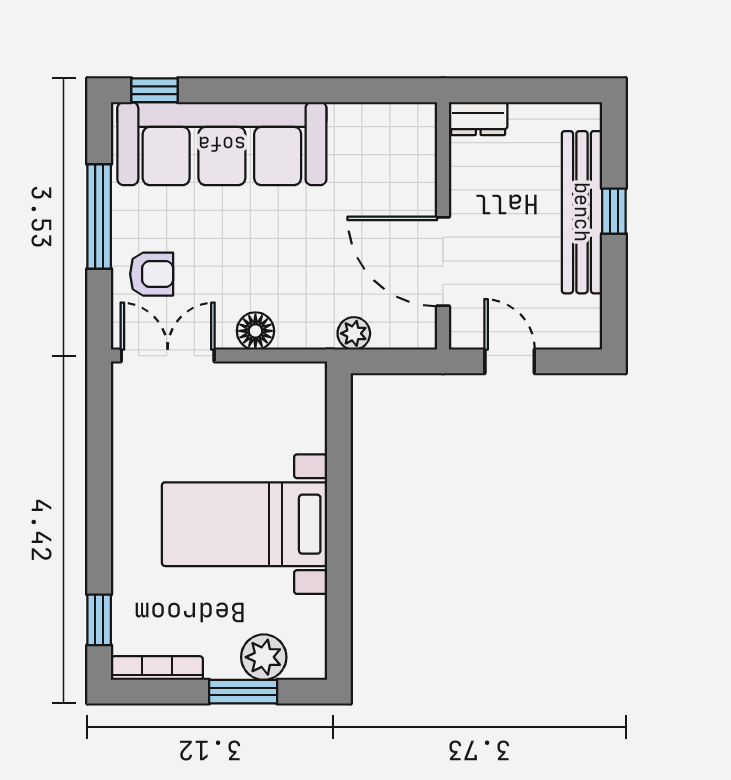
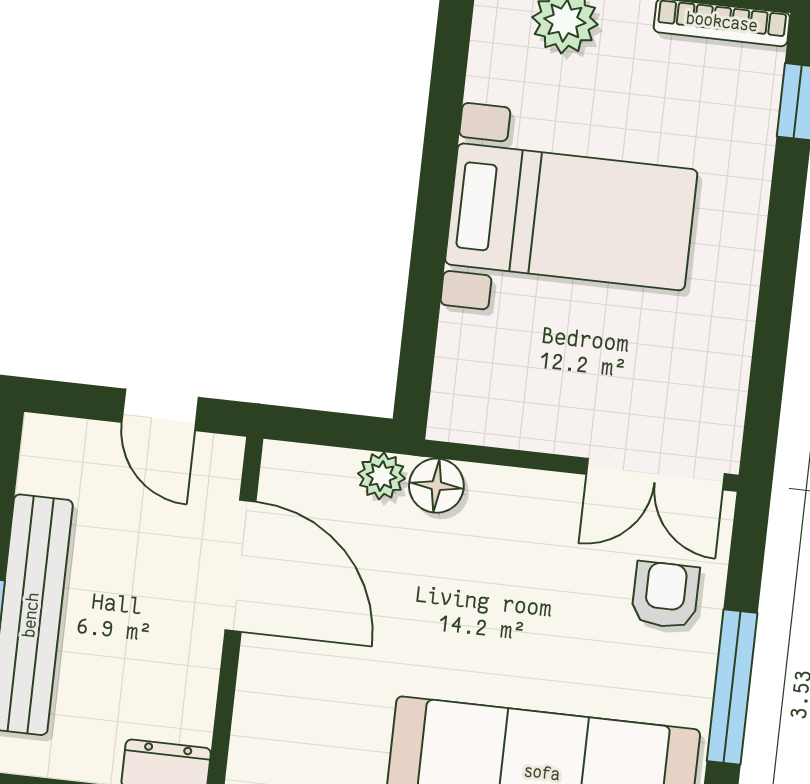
armchair: (152, 274) -> (665, 595), turned 90
floor lamp: (255, 331) -> (436, 486), moved

